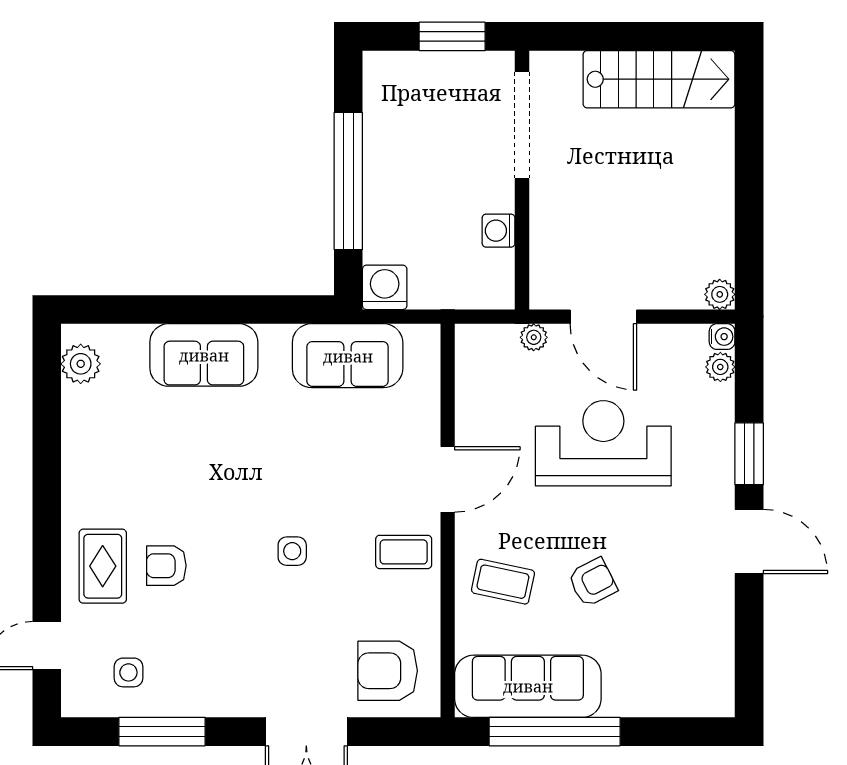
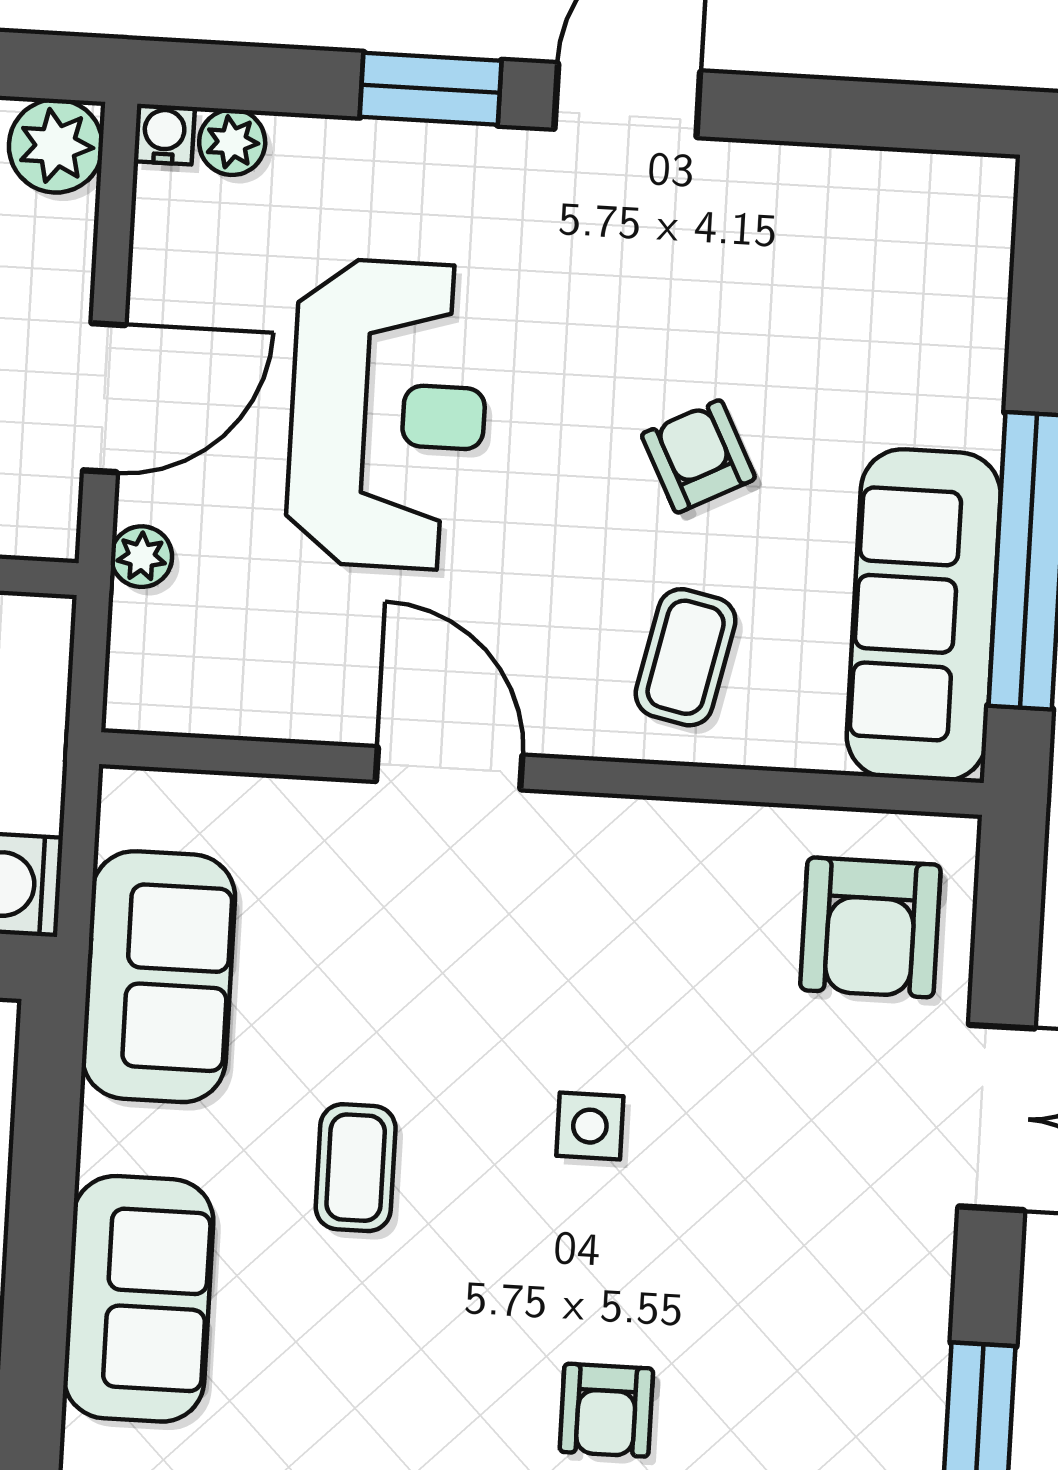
plant: (720, 294) -> (56, 146), width x1.38, depth x1.38
reception desk: (603, 443) -> (388, 414), turned 180
coffee table: (404, 552) -> (356, 1168), moved

